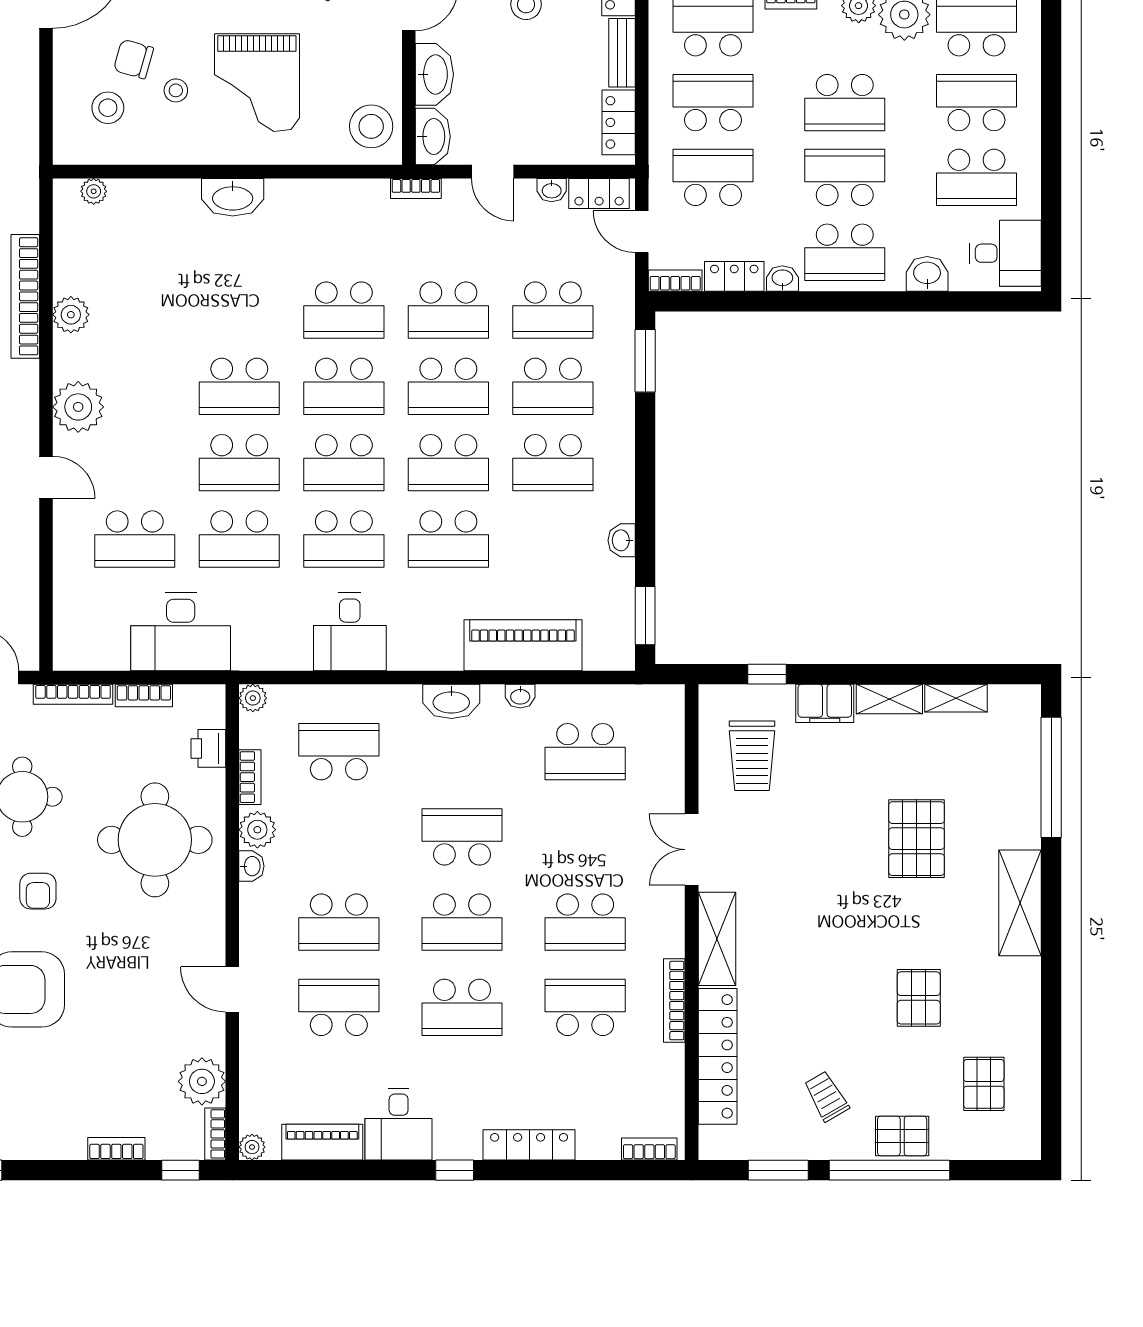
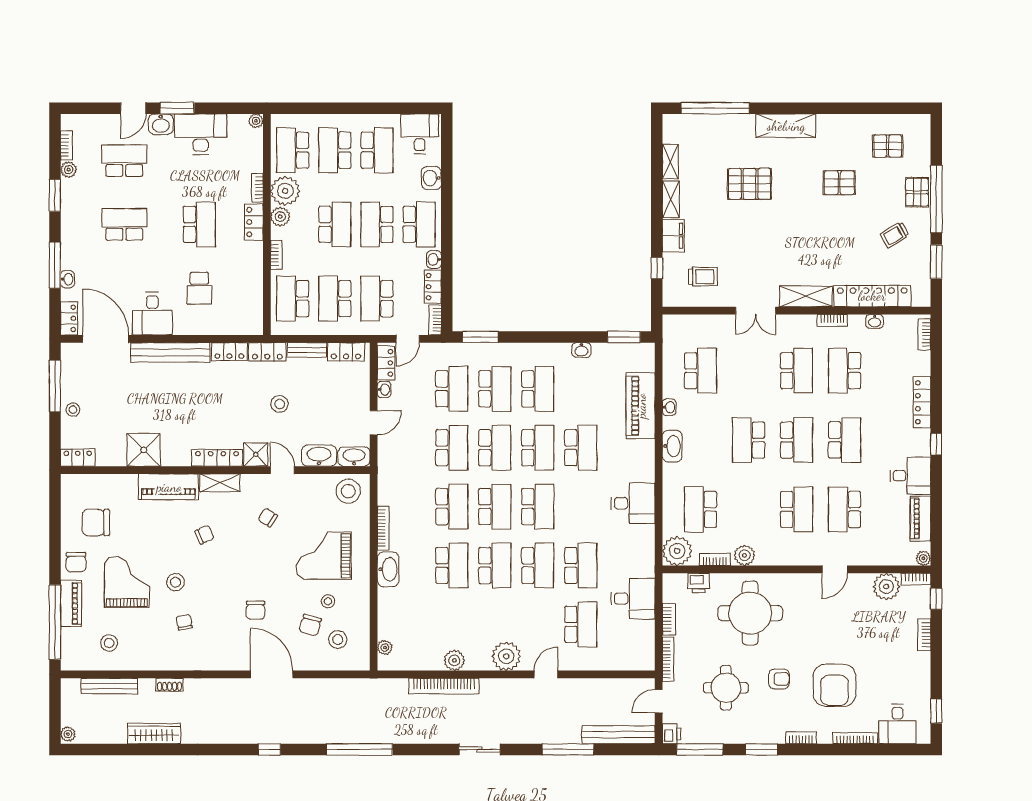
grand piano: (257, 83) -> (324, 556), turned 180
bookcase: (416, 188) -> (383, 528), moved, width x1.56
school desk: (344, 539) -> (452, 565), moved
desk: (181, 632) -> (633, 599), width x0.73
plant: (253, 698) -> (677, 551), width x1.88, depth x1.88
trolley: (752, 756) -> (703, 277), width x0.73, depth x0.72
washbasin: (251, 866) -> (875, 321), moved, turned 180
bookcase: (674, 1001) -> (832, 320), width x0.64

